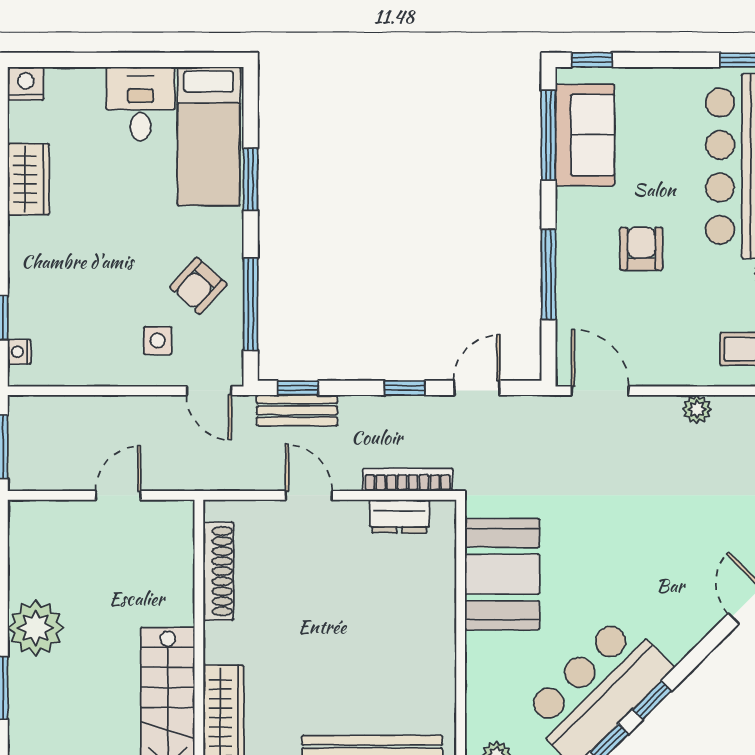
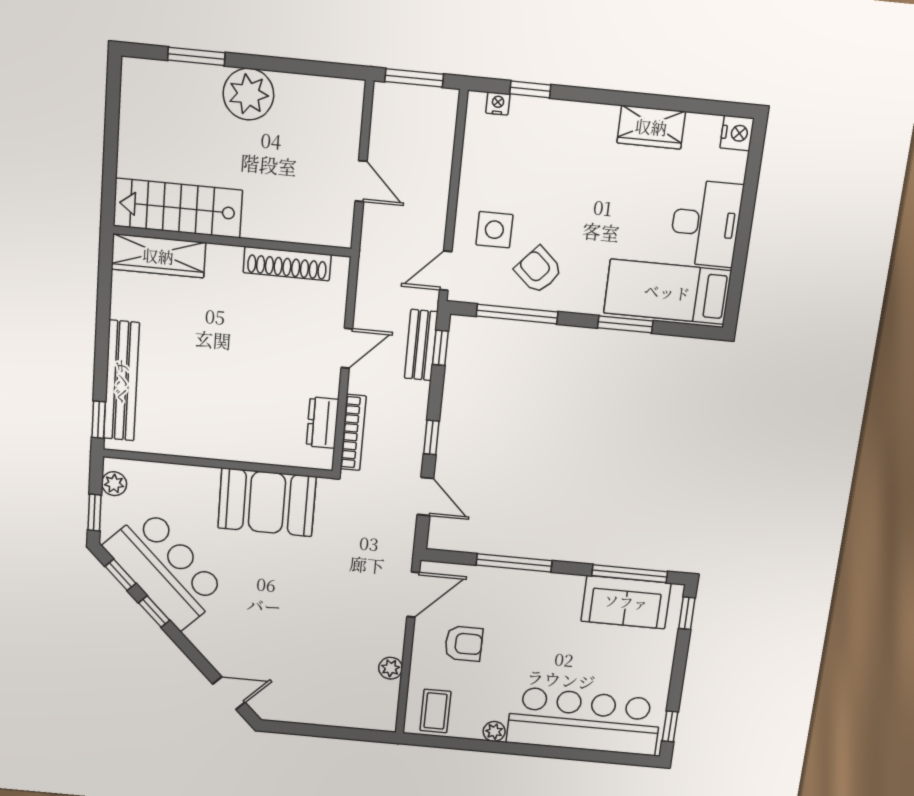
desk: (141, 104) -> (706, 223), width x1.37
armchair: (641, 249) -> (464, 644), moved
side table: (158, 341) -> (494, 230), width x1.37, depth x1.37

